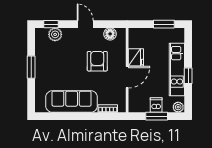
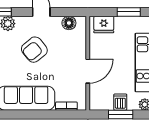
fridge: (136, 57) -> (104, 25), moved, turned 90
armchair: (97, 61) -> (34, 50), moved, turned -129

